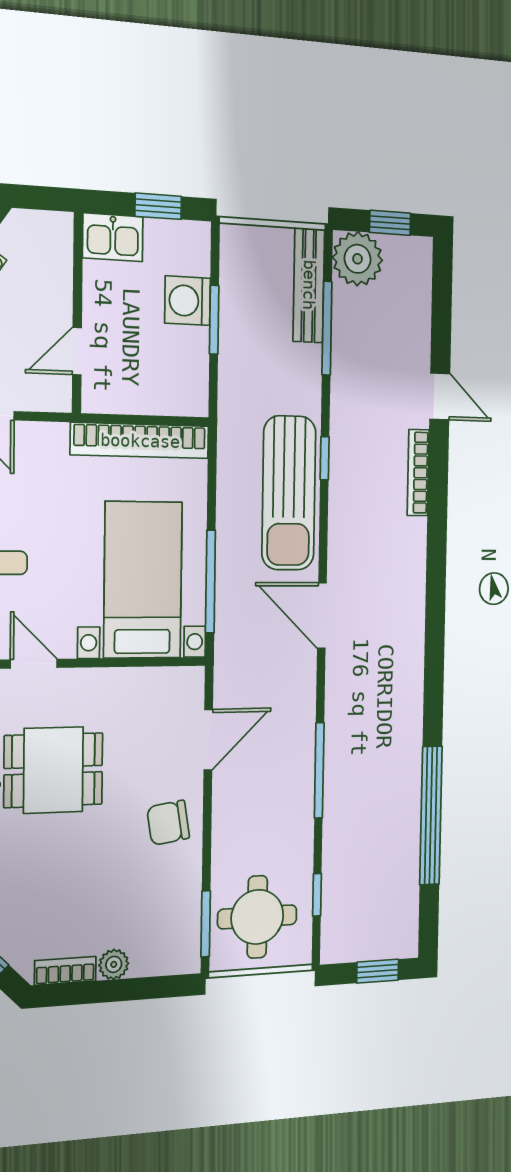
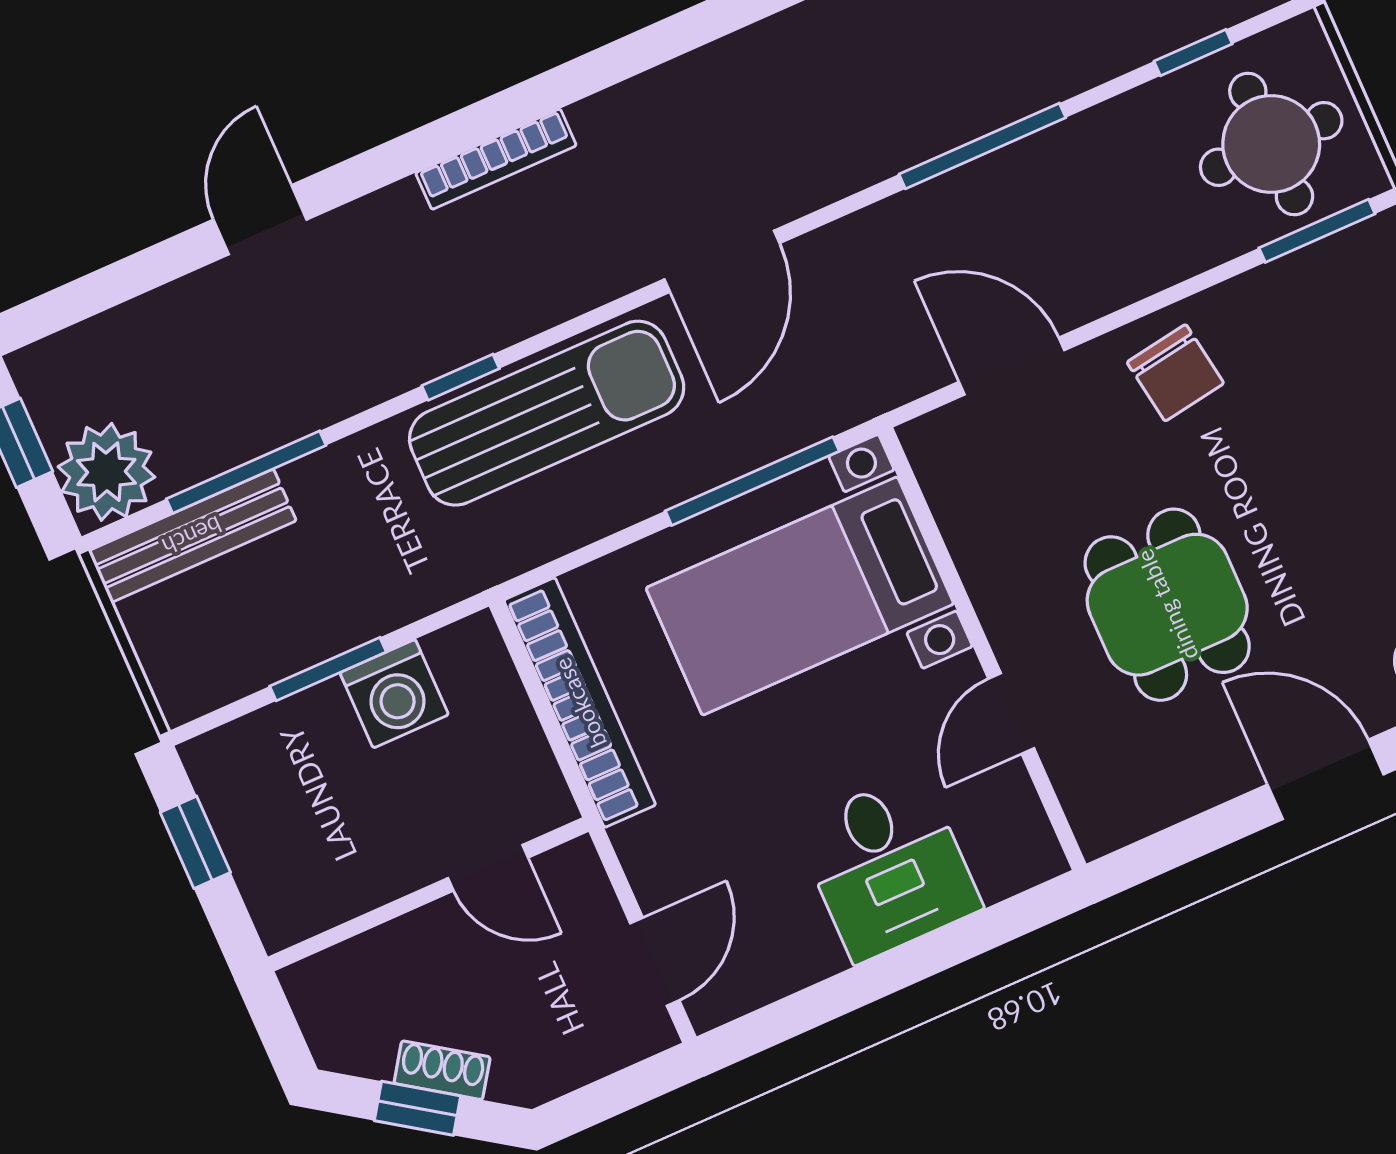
kitchen sink: (113, 237) -> (282, 892), removed
washing machine: (188, 301) -> (394, 694), moved
bookcase: (418, 473) -> (496, 159), moved

